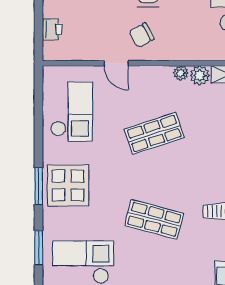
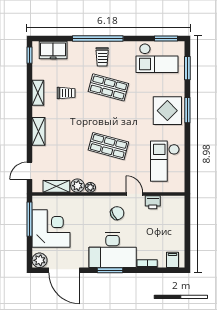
printer: (52, 29) -> (153, 202), moved, turned -90
shop shelf: (154, 133) -> (108, 146), turned 33
trolley: (164, 264) -> (102, 57), added

